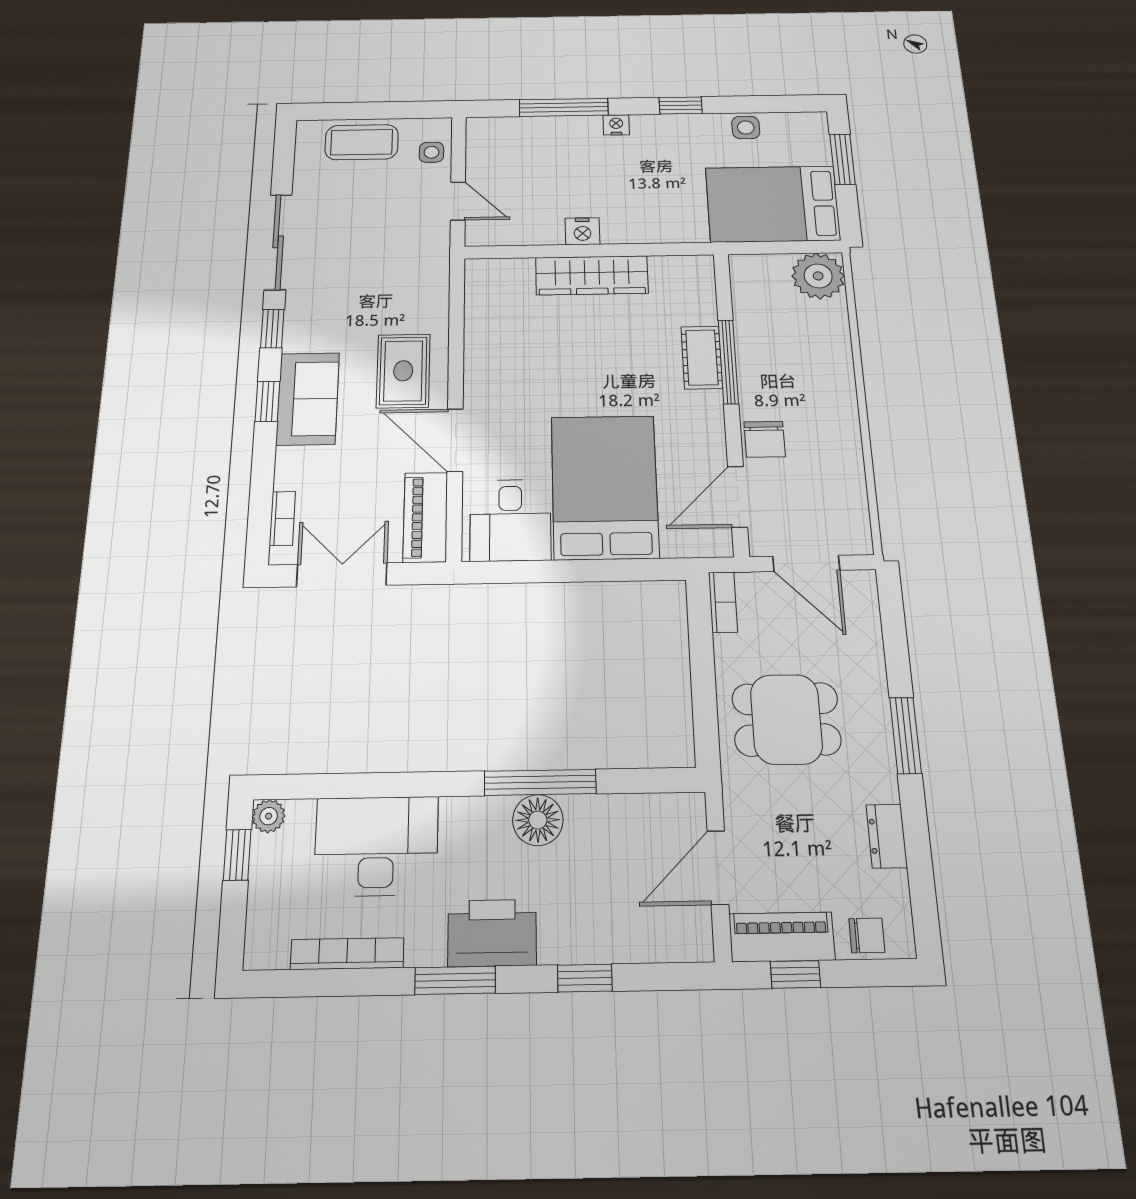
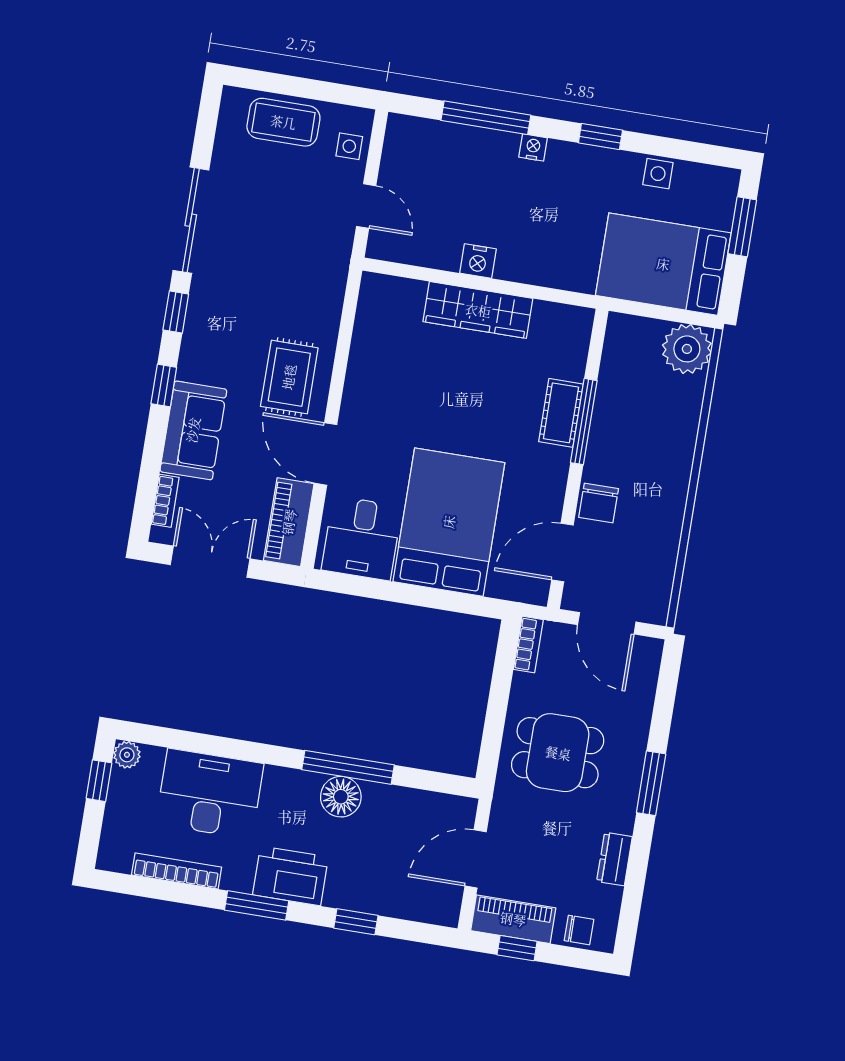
sofa: (308, 399) -> (193, 430), moved

